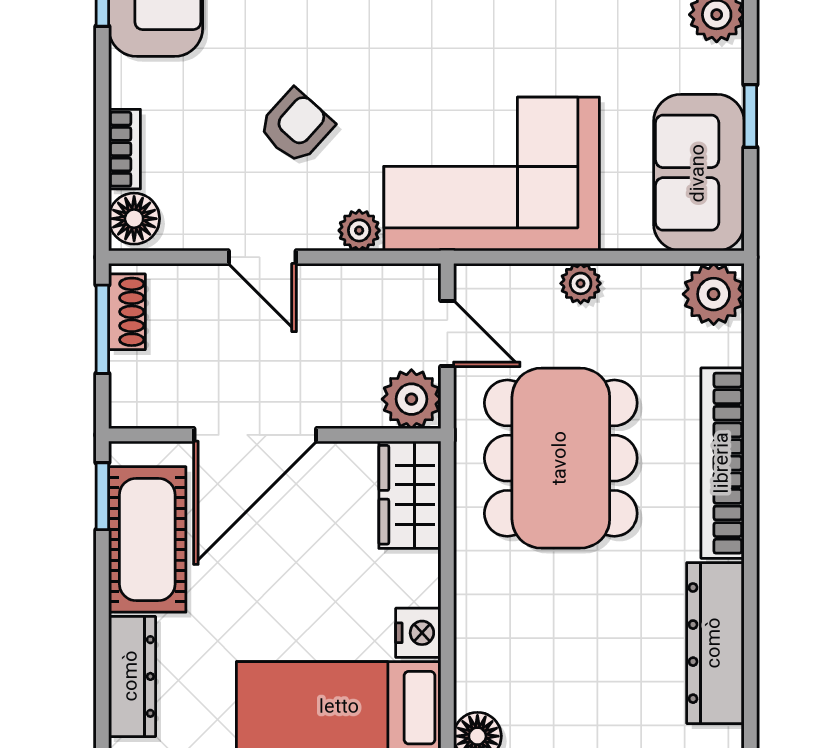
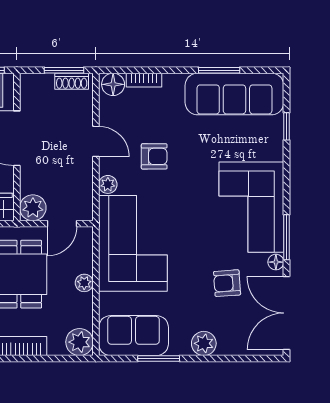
window: (750, 116) -> (159, 358), width x1.50
armchair: (296, 126) -> (154, 156), turned -42
door: (262, 257) -> (96, 141), swing flipped

